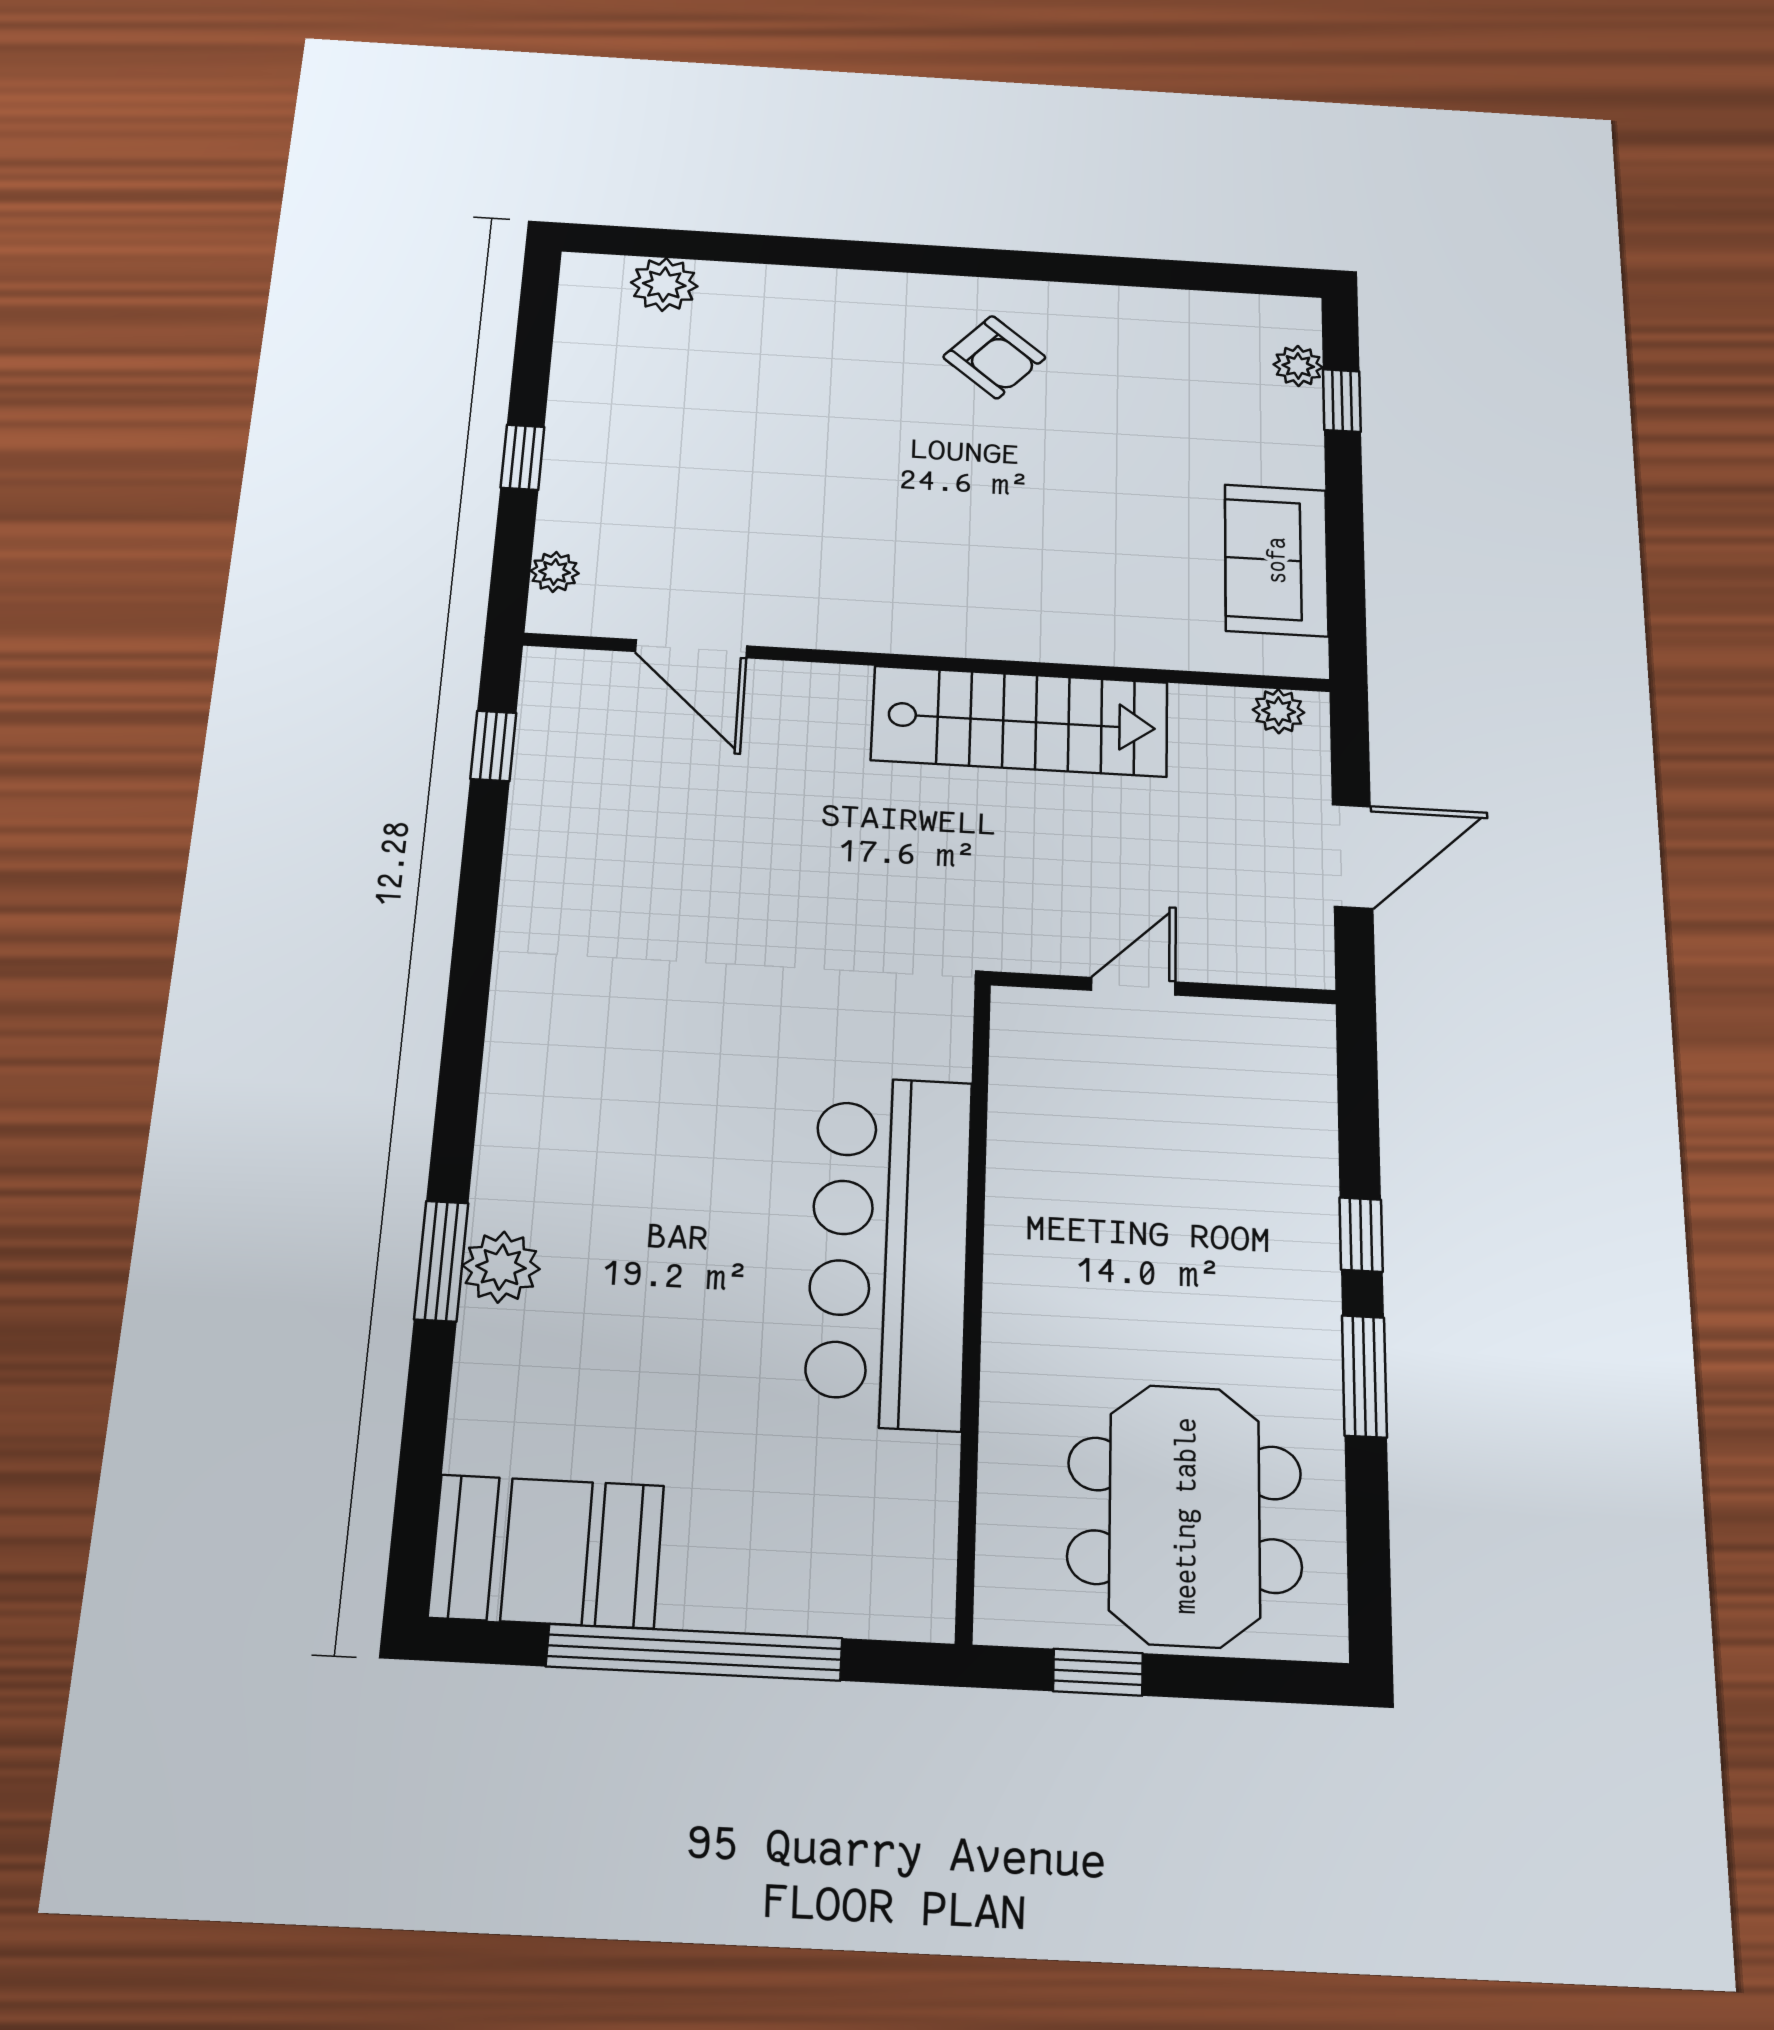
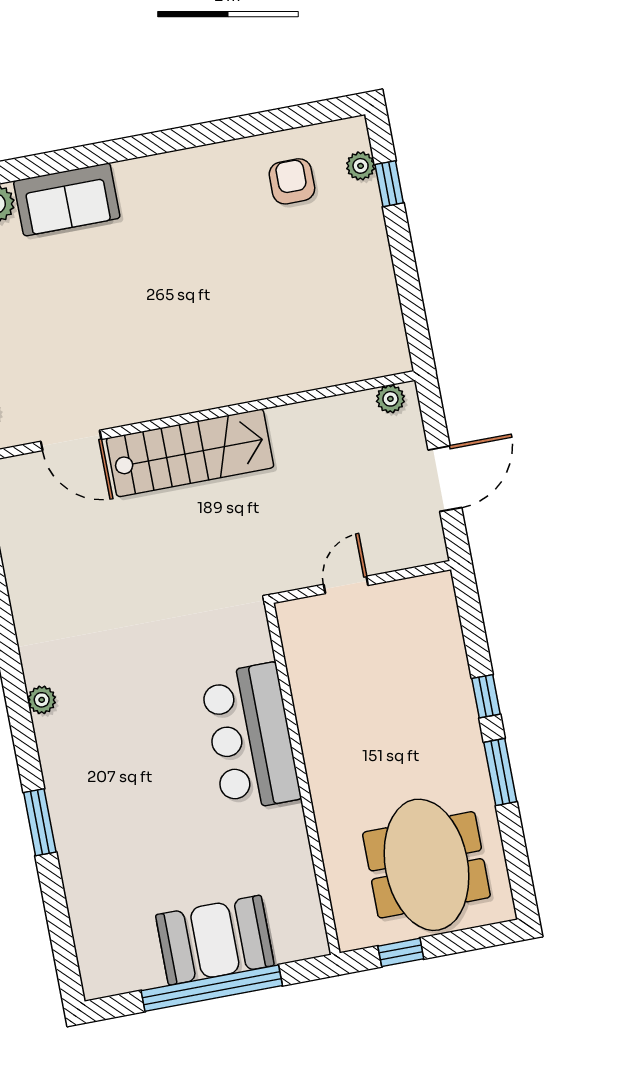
armchair: (994, 357) -> (292, 181), moved, turned -131
sofa: (1276, 560) -> (67, 199), moved, turned -90
stairs: (1020, 721) -> (190, 453), moved
bar counter: (889, 1250) -> (251, 737), width x0.73
plant: (501, 1267) -> (42, 700), moved, width x0.73, depth x0.73
booth: (547, 1551) -> (215, 940), moved

